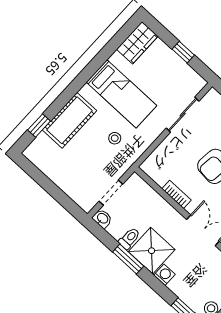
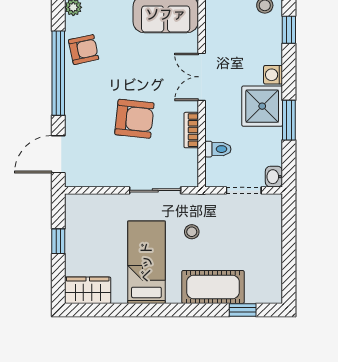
sliding door: (183, 115) -> (155, 190), moved
toilet: (129, 238) -> (218, 149), moved, turned 180

